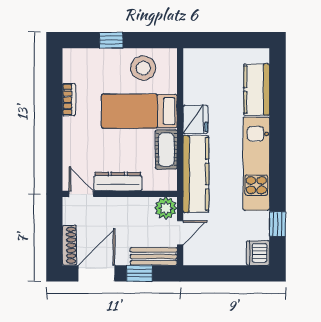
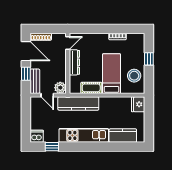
fridge: (195, 119) -> (138, 104), moved, turned 90

